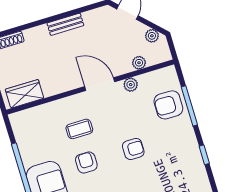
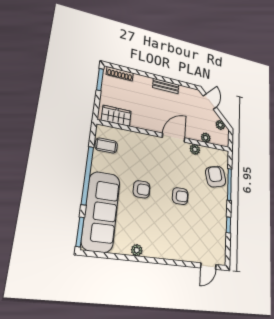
door: (100, 84) -> (174, 138), hinge flipped
armchair: (168, 105) -> (216, 177), turned 74
coffee table: (79, 129) -> (106, 146), moved
armchair: (86, 163) -> (142, 189), turned 90

